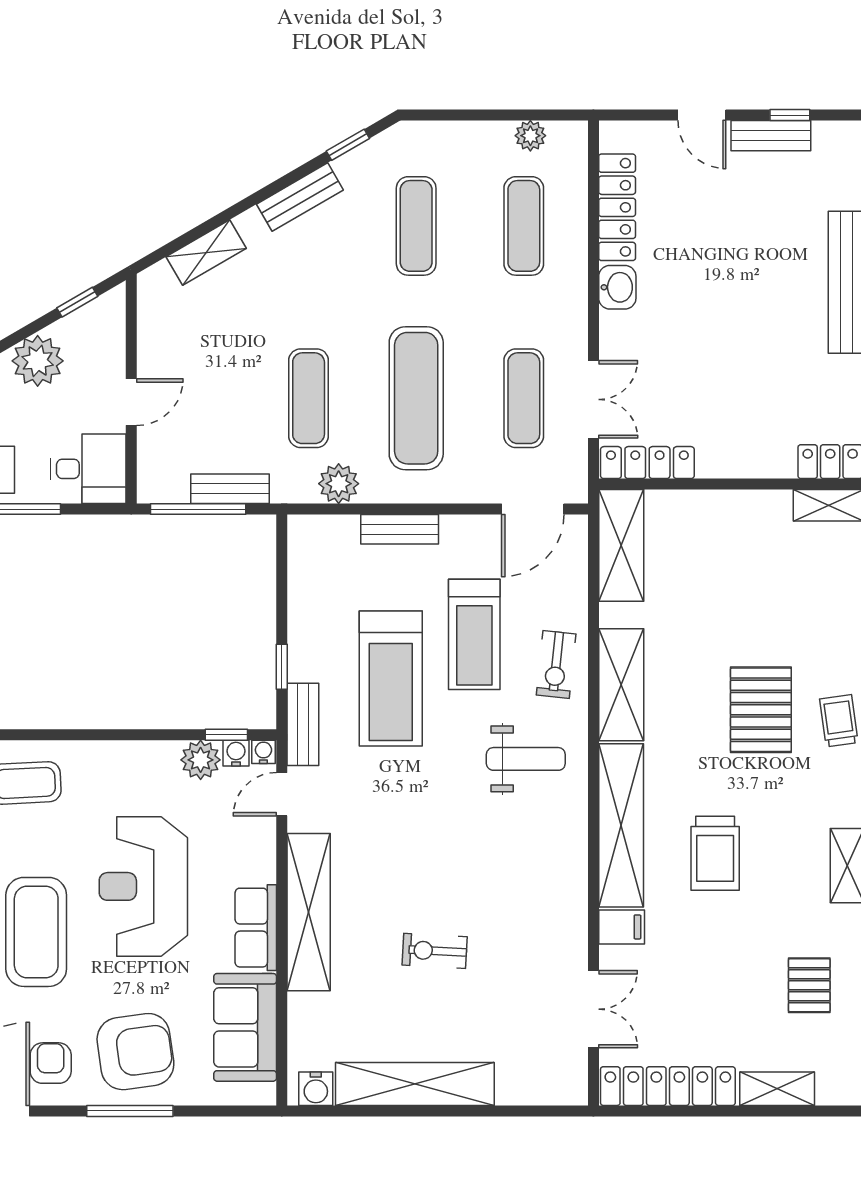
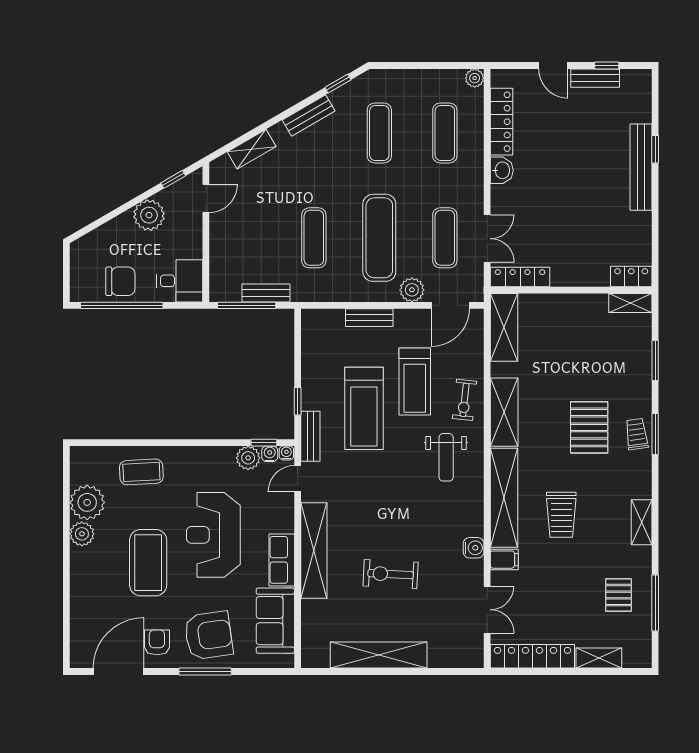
plant: (530, 136) -> (475, 78), moved
door: (131, 402) -> (206, 198), moved
plant: (339, 484) -> (412, 290), moved
weight bench: (526, 759) -> (446, 457), turned 90
exercise bike: (435, 951) -> (391, 574), width x1.38, depth x1.39
water cooler: (316, 1089) -> (474, 548), moved, turned -90

